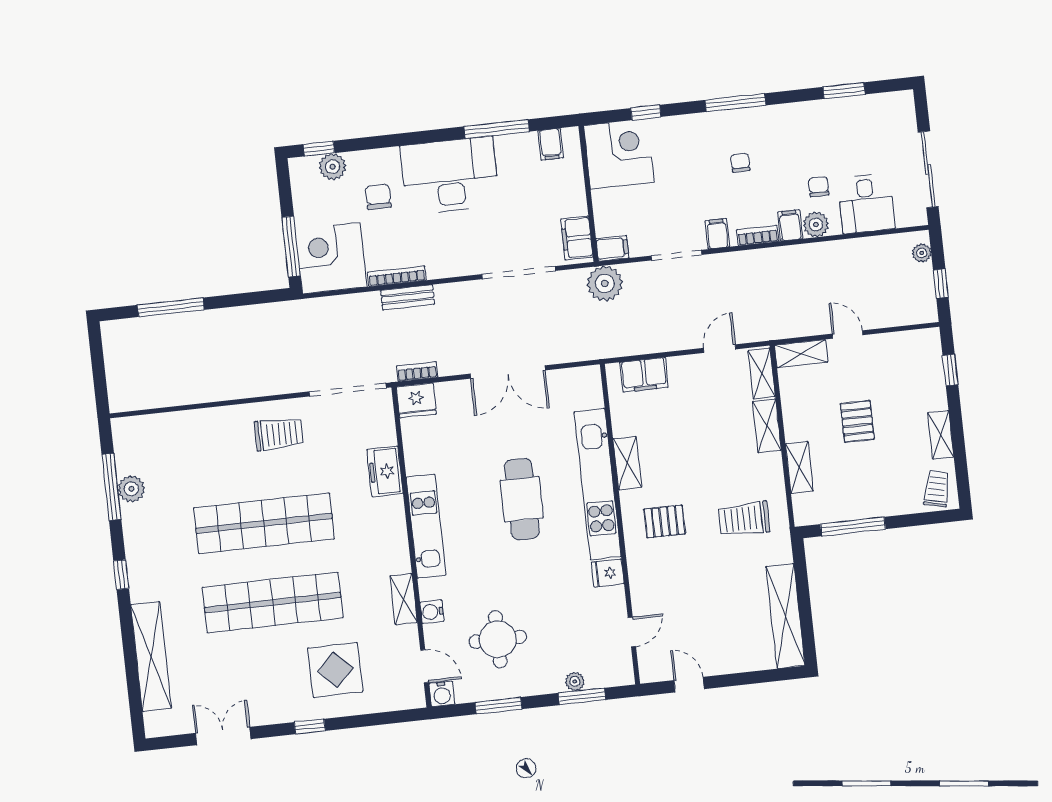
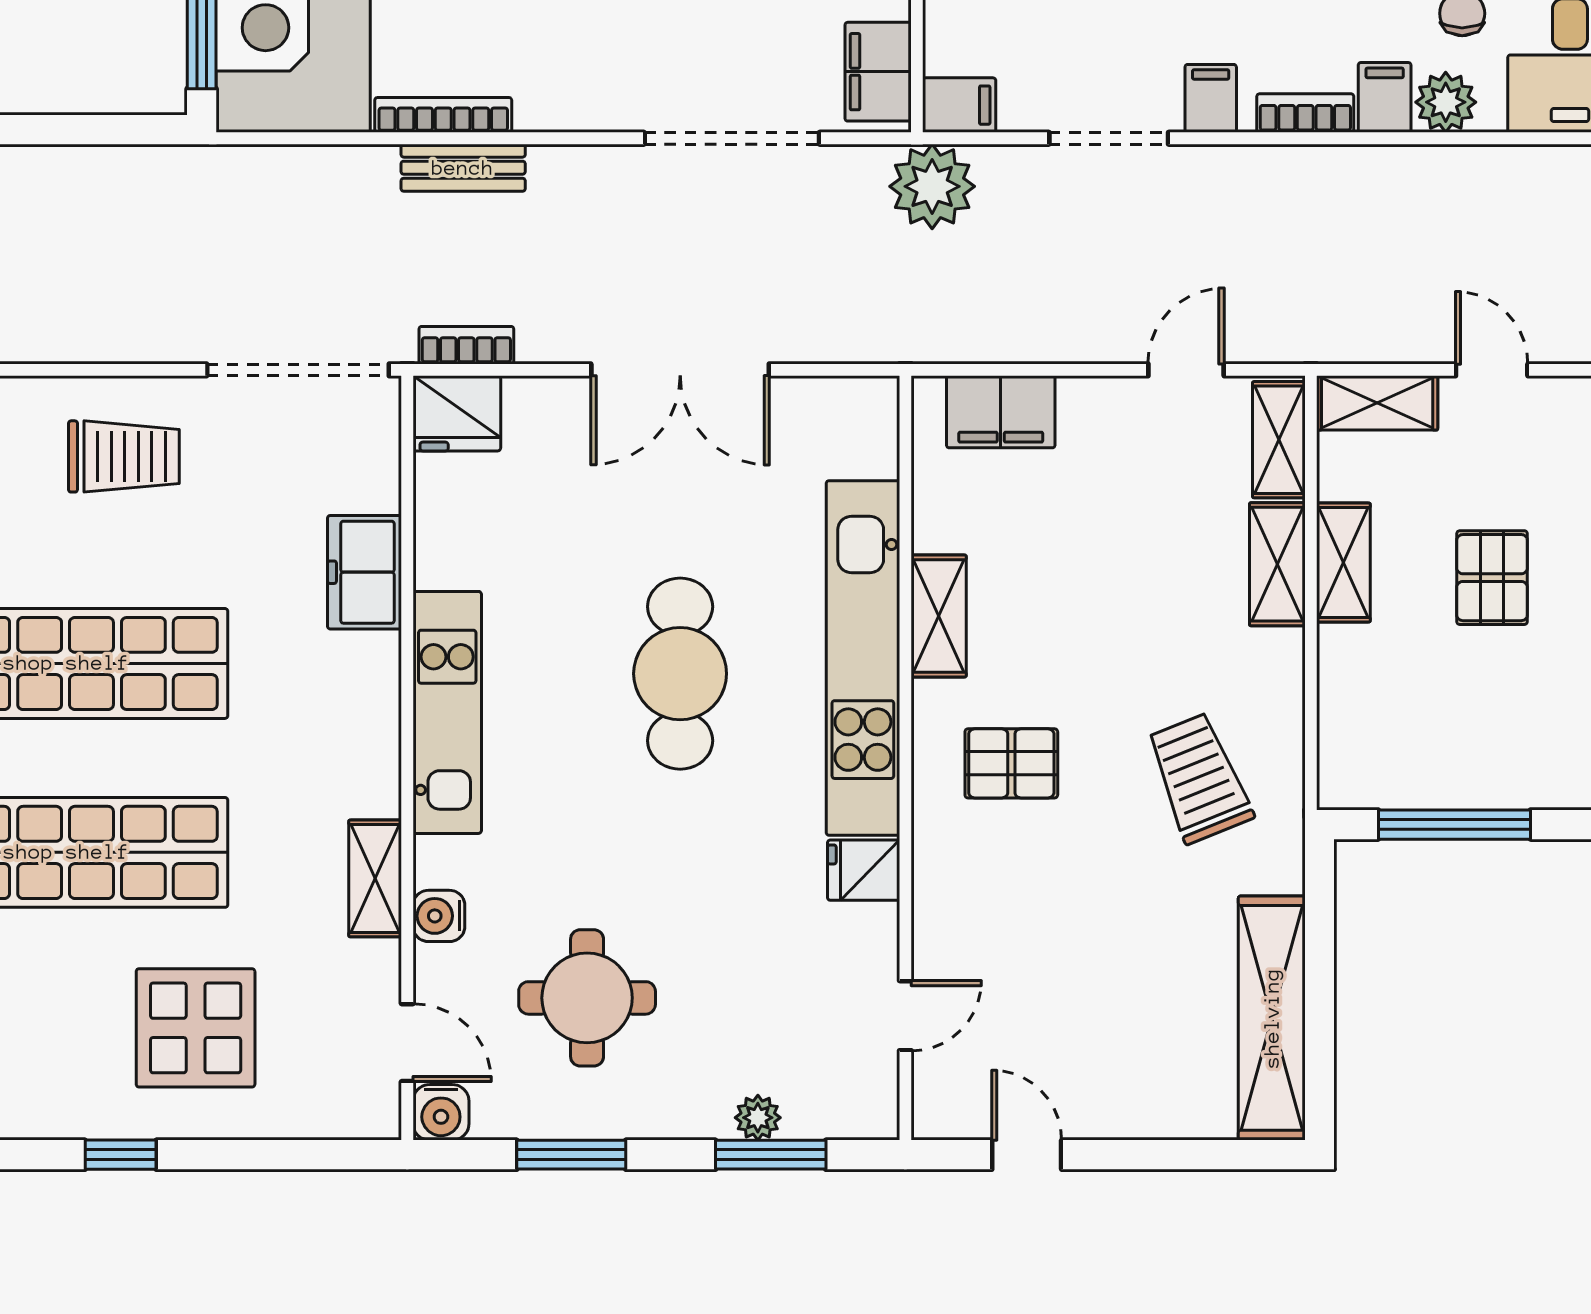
shelving: (799, 467) -> (1343, 562), moved
trolley: (744, 519) -> (1199, 778), turned 68

